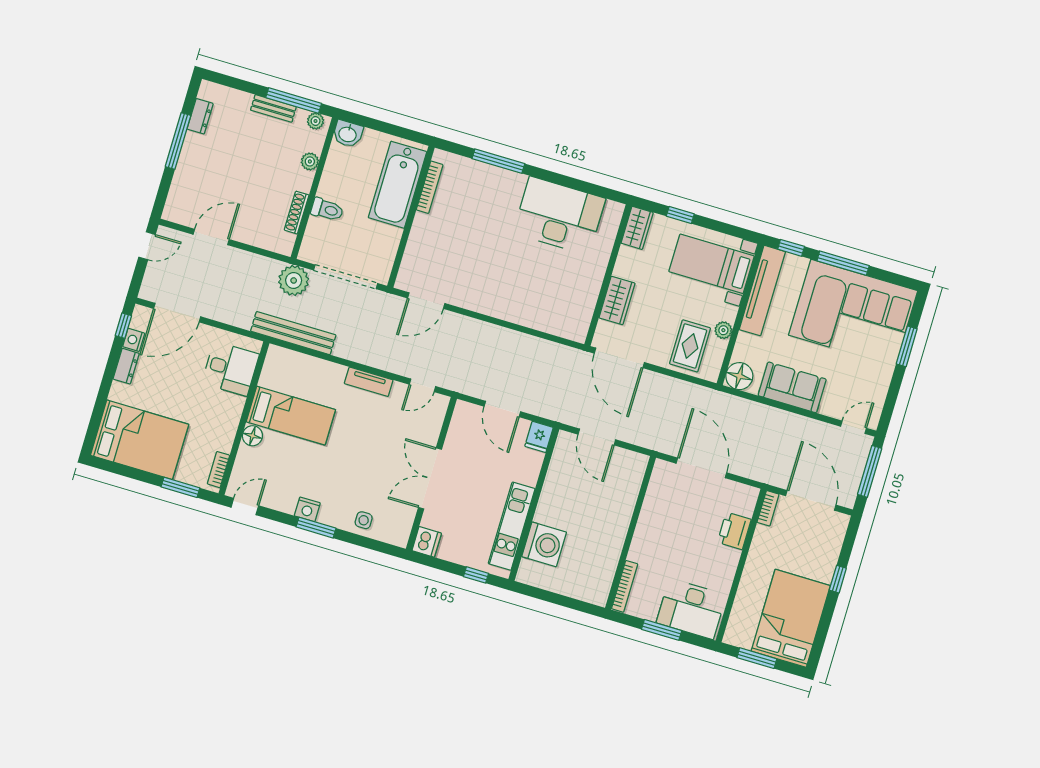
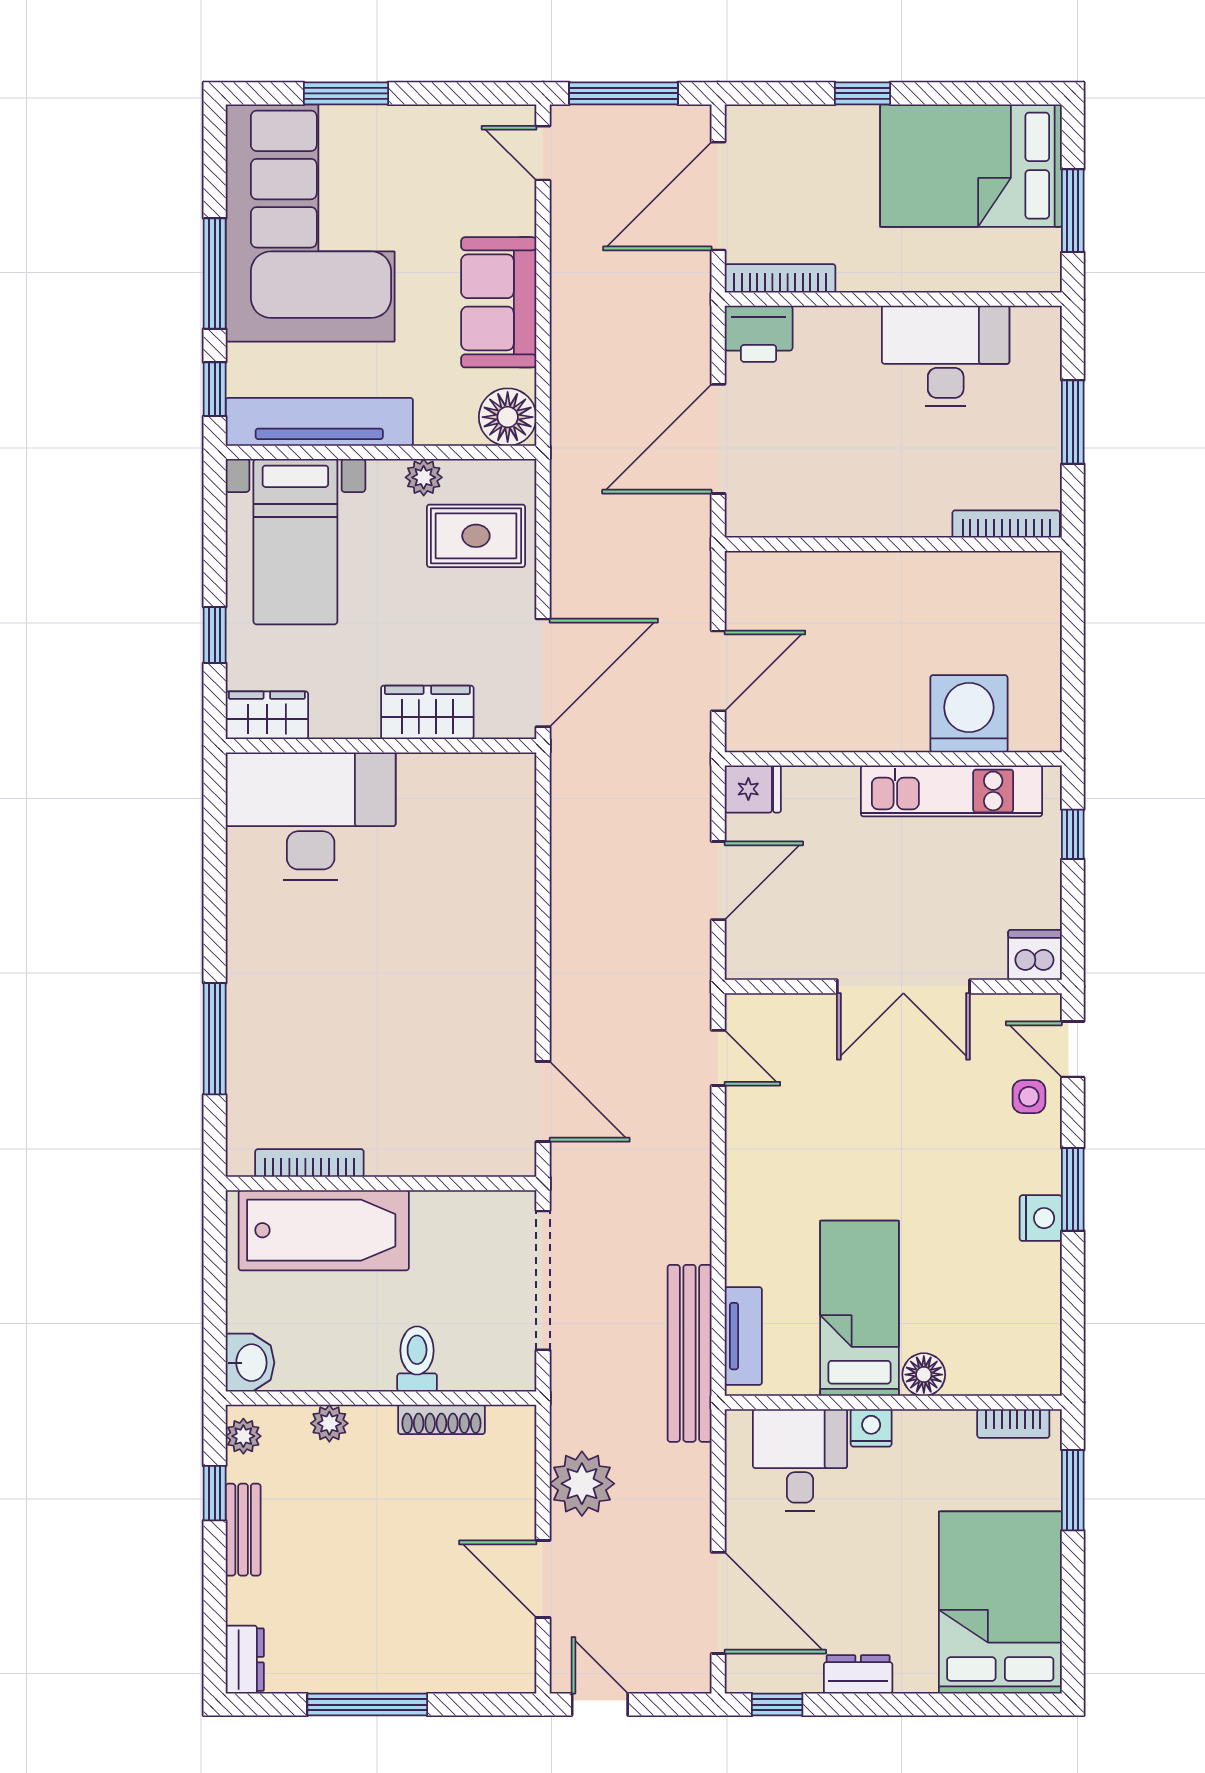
window: (294, 100) -> (215, 1493), width x0.46
dresser: (200, 116) -> (245, 1660), moved, turned 90
desk: (559, 216) -> (311, 816), moved, turned 90
plant: (294, 280) -> (582, 1484), moved
nightstand: (134, 340) -> (871, 1428), moved, turned 180
tv unit: (369, 382) -> (743, 1336), moved
door: (245, 506) -> (1073, 1049), moved
bookcase: (768, 508) -> (780, 278), width x1.56
printer: (734, 531) -> (759, 334), moved
desk: (691, 609) -> (946, 356), moved, turned -90

